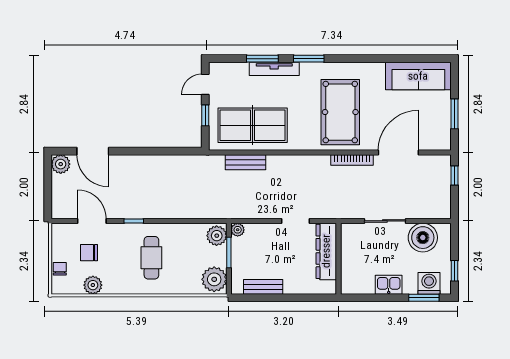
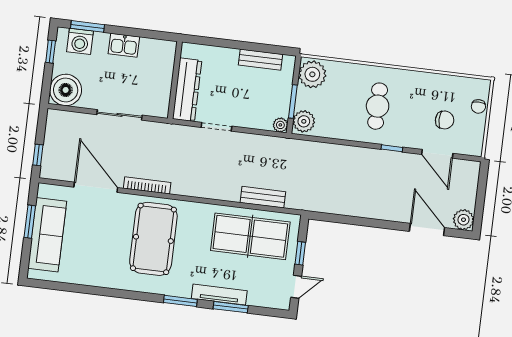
sofa: (418, 76) -> (47, 235), moved, turned 90
door: (398, 152) -> (96, 187), swing flipped
boiler: (423, 238) -> (66, 90), moved
plant: (93, 285) -> (445, 84), removed

